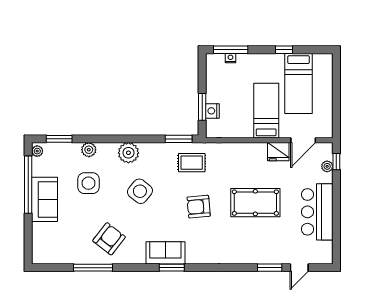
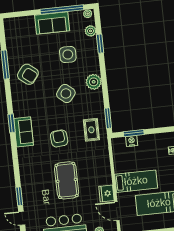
window: (59, 139) -> (100, 44), moved
plant: (89, 150) -> (90, 31), moved
sofa: (165, 253) -> (24, 132), moved

